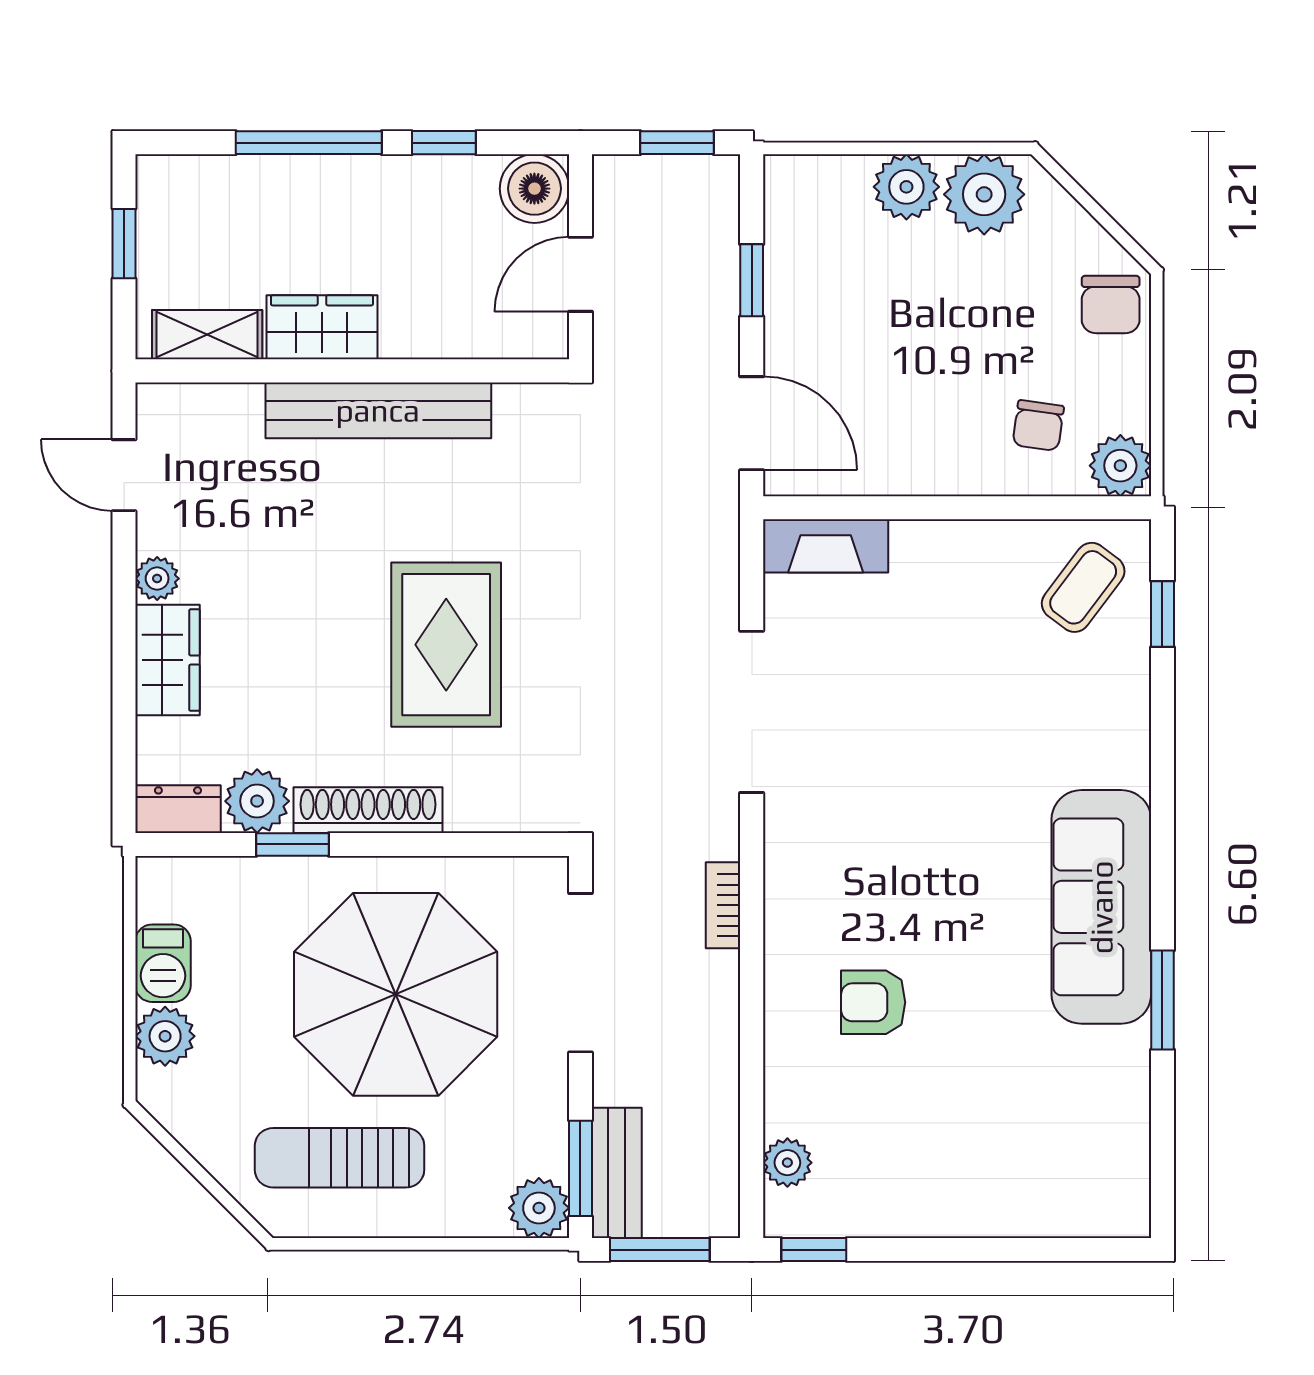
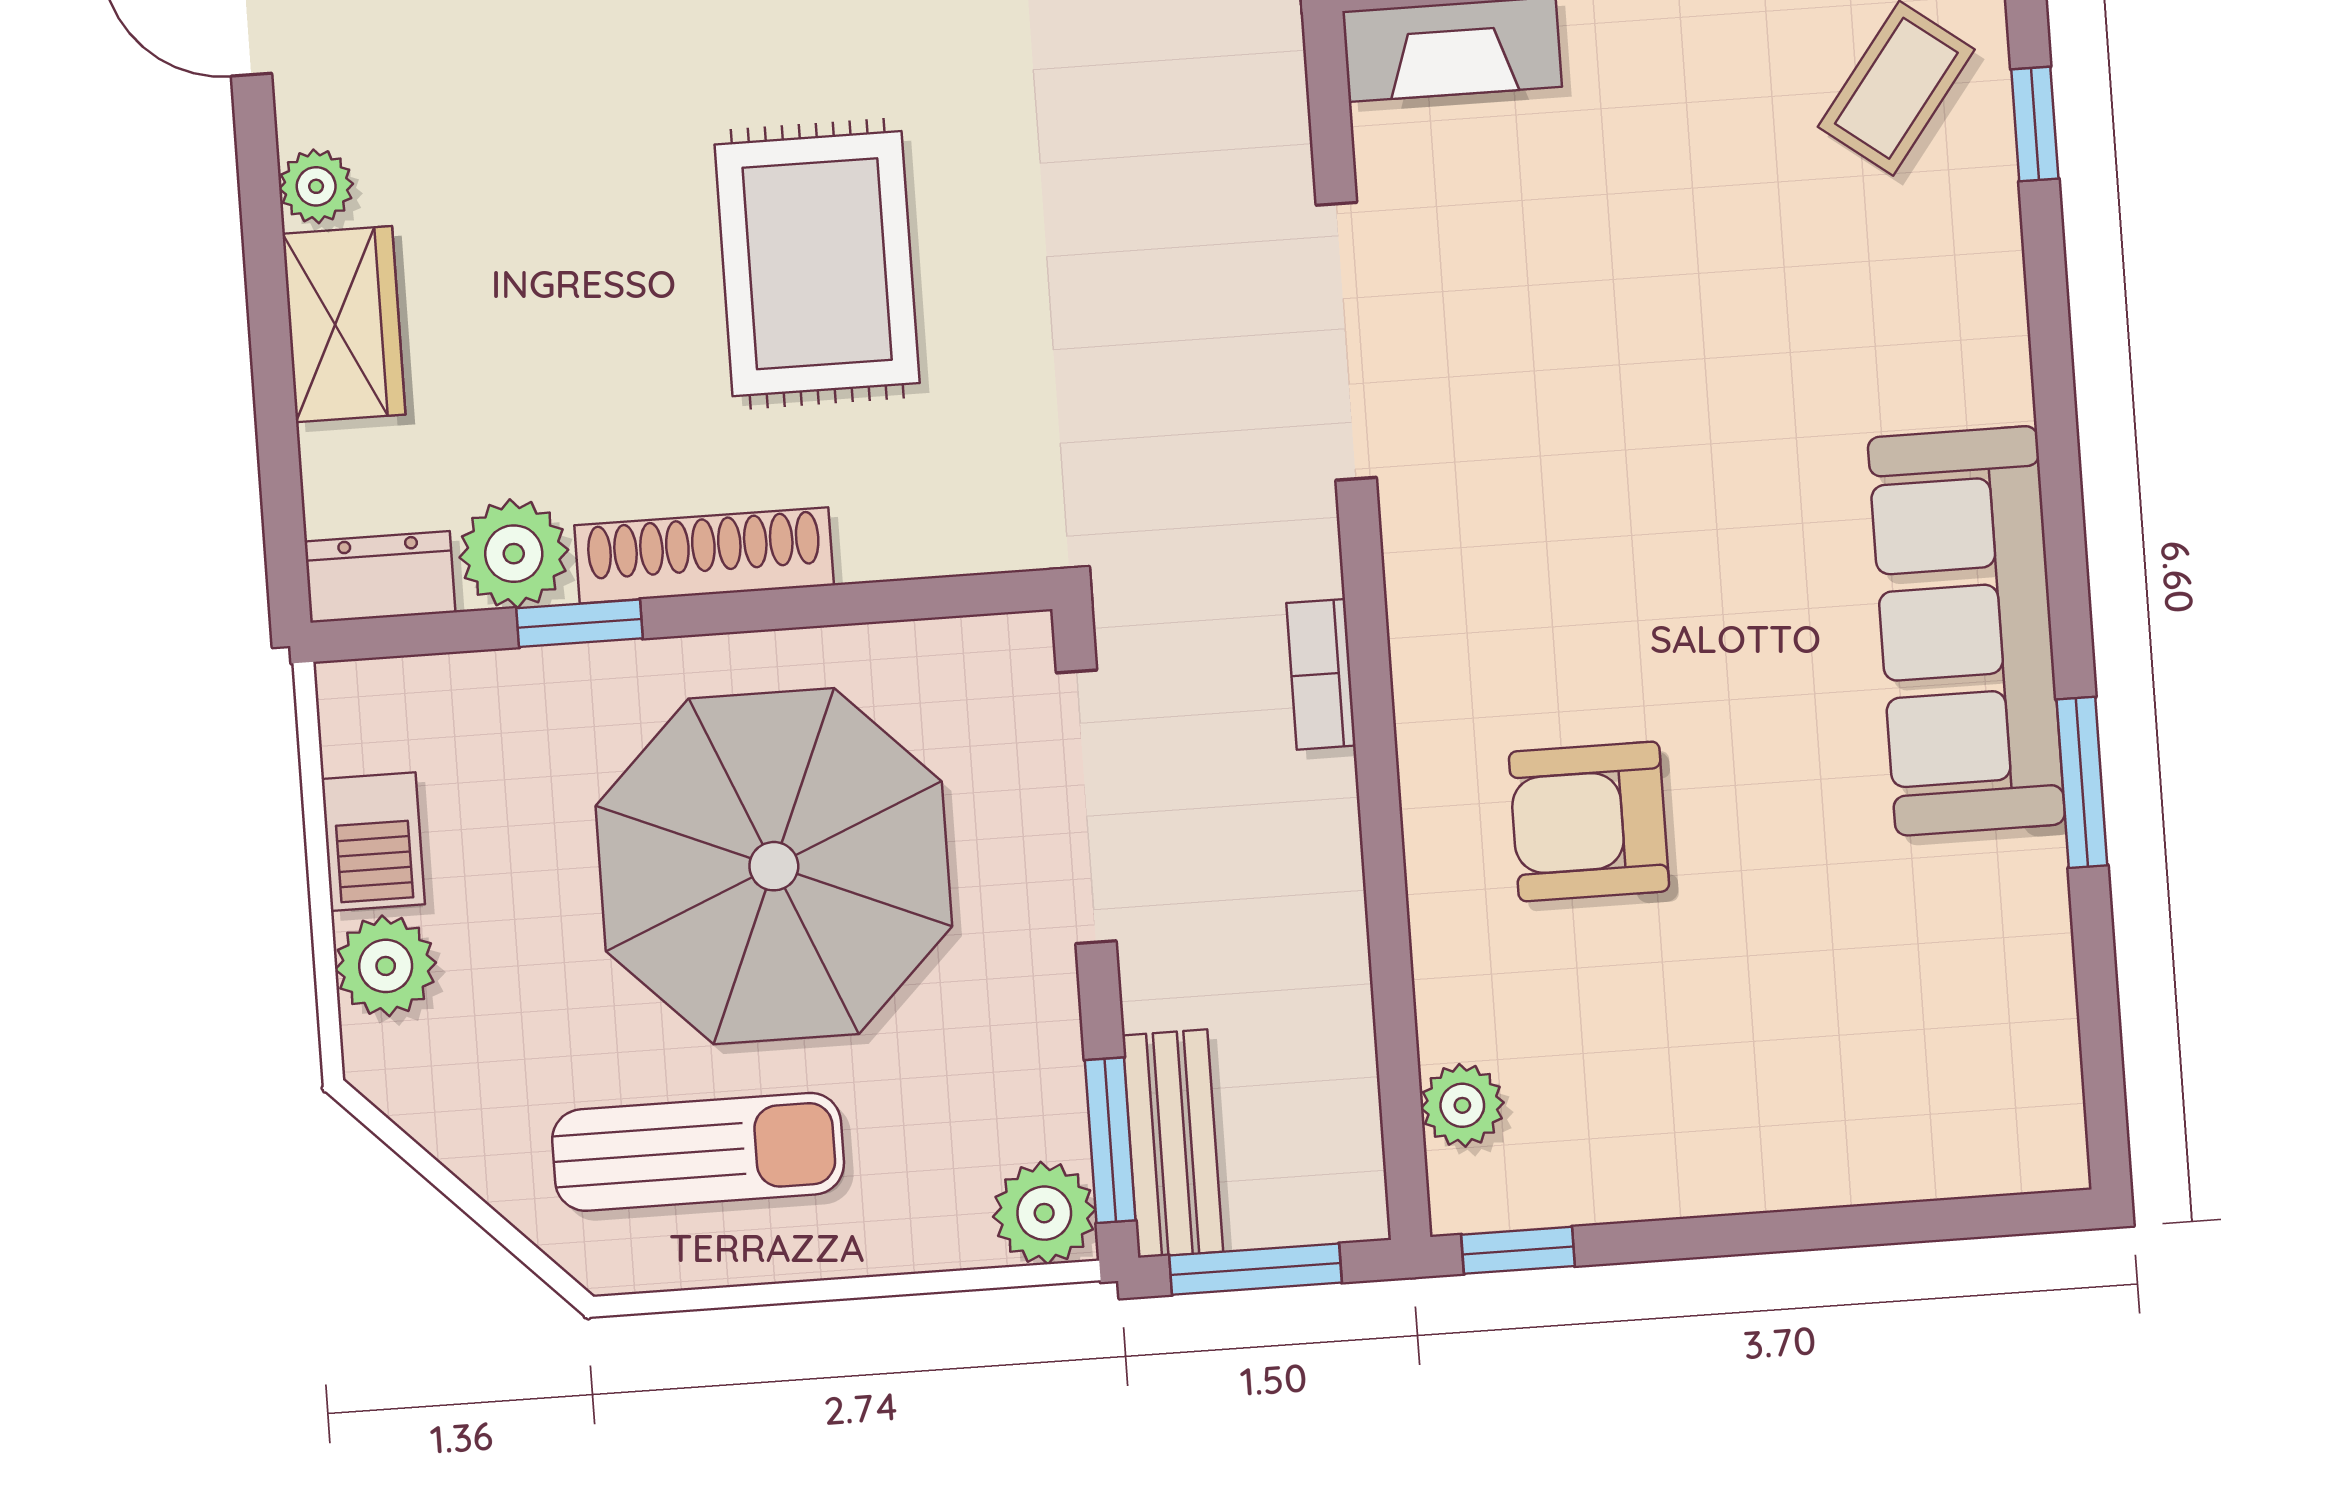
armchair: (873, 1002) -> (1589, 821), width x1.38, depth x1.38
sun lounger: (340, 1158) -> (698, 1152), turned 180

